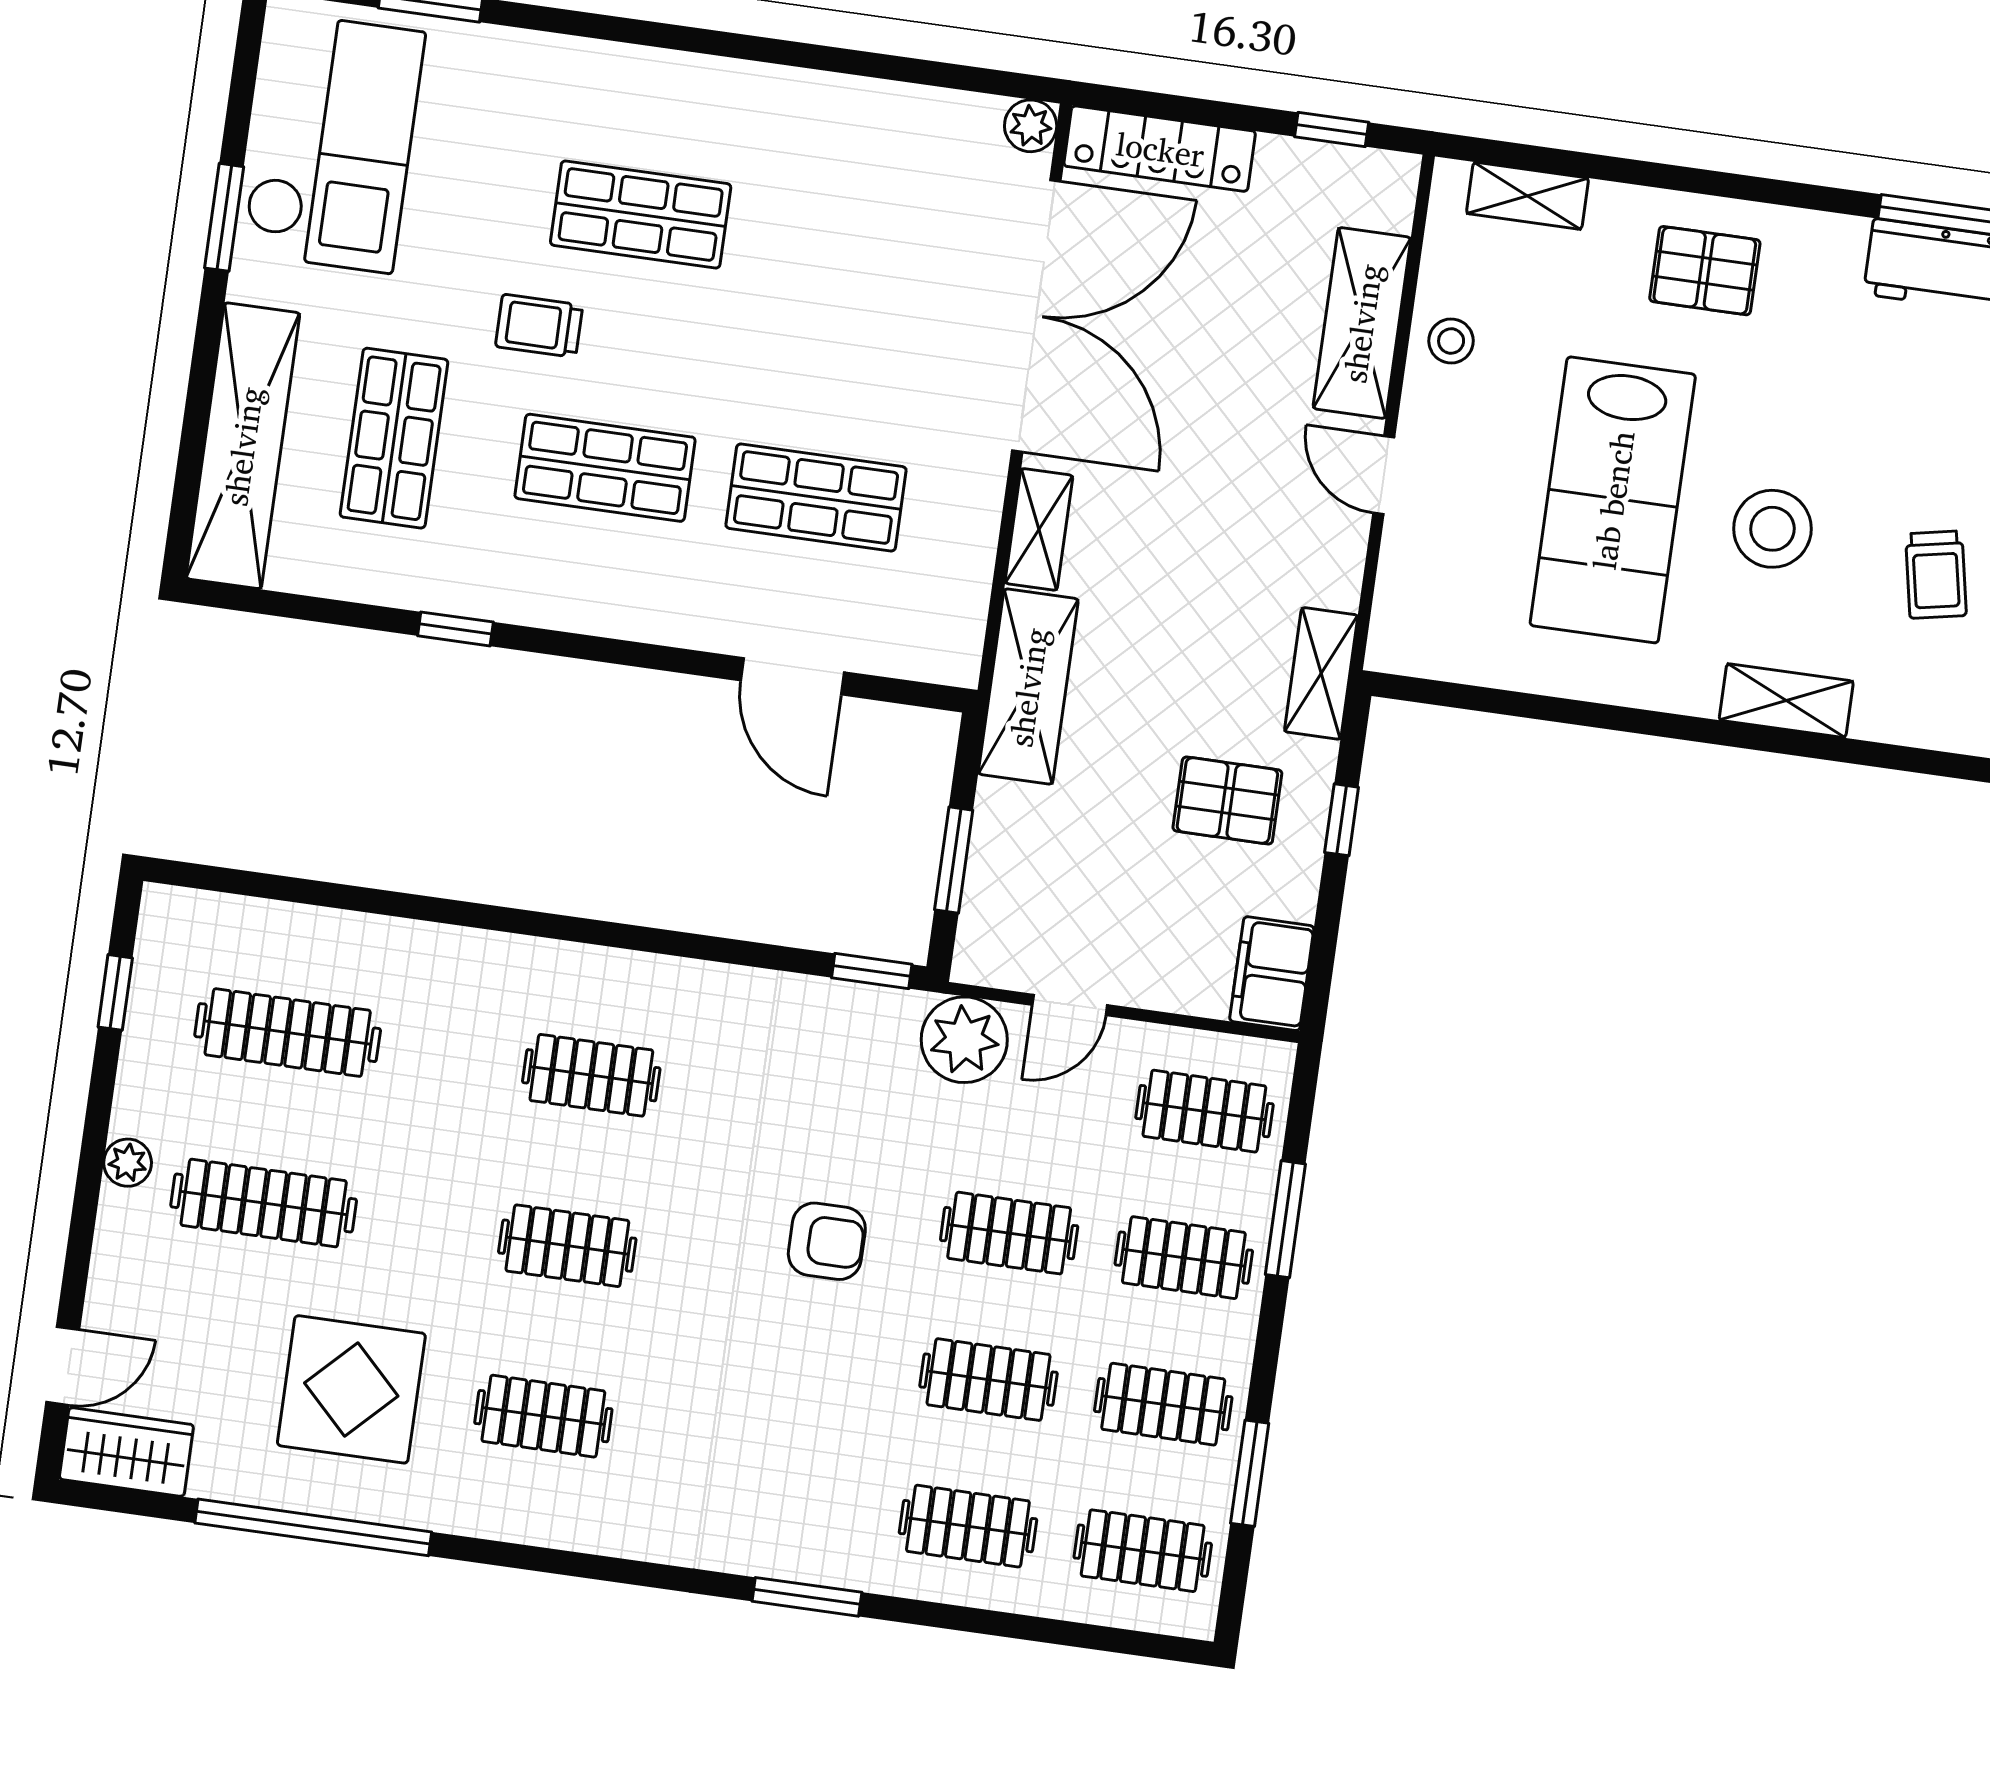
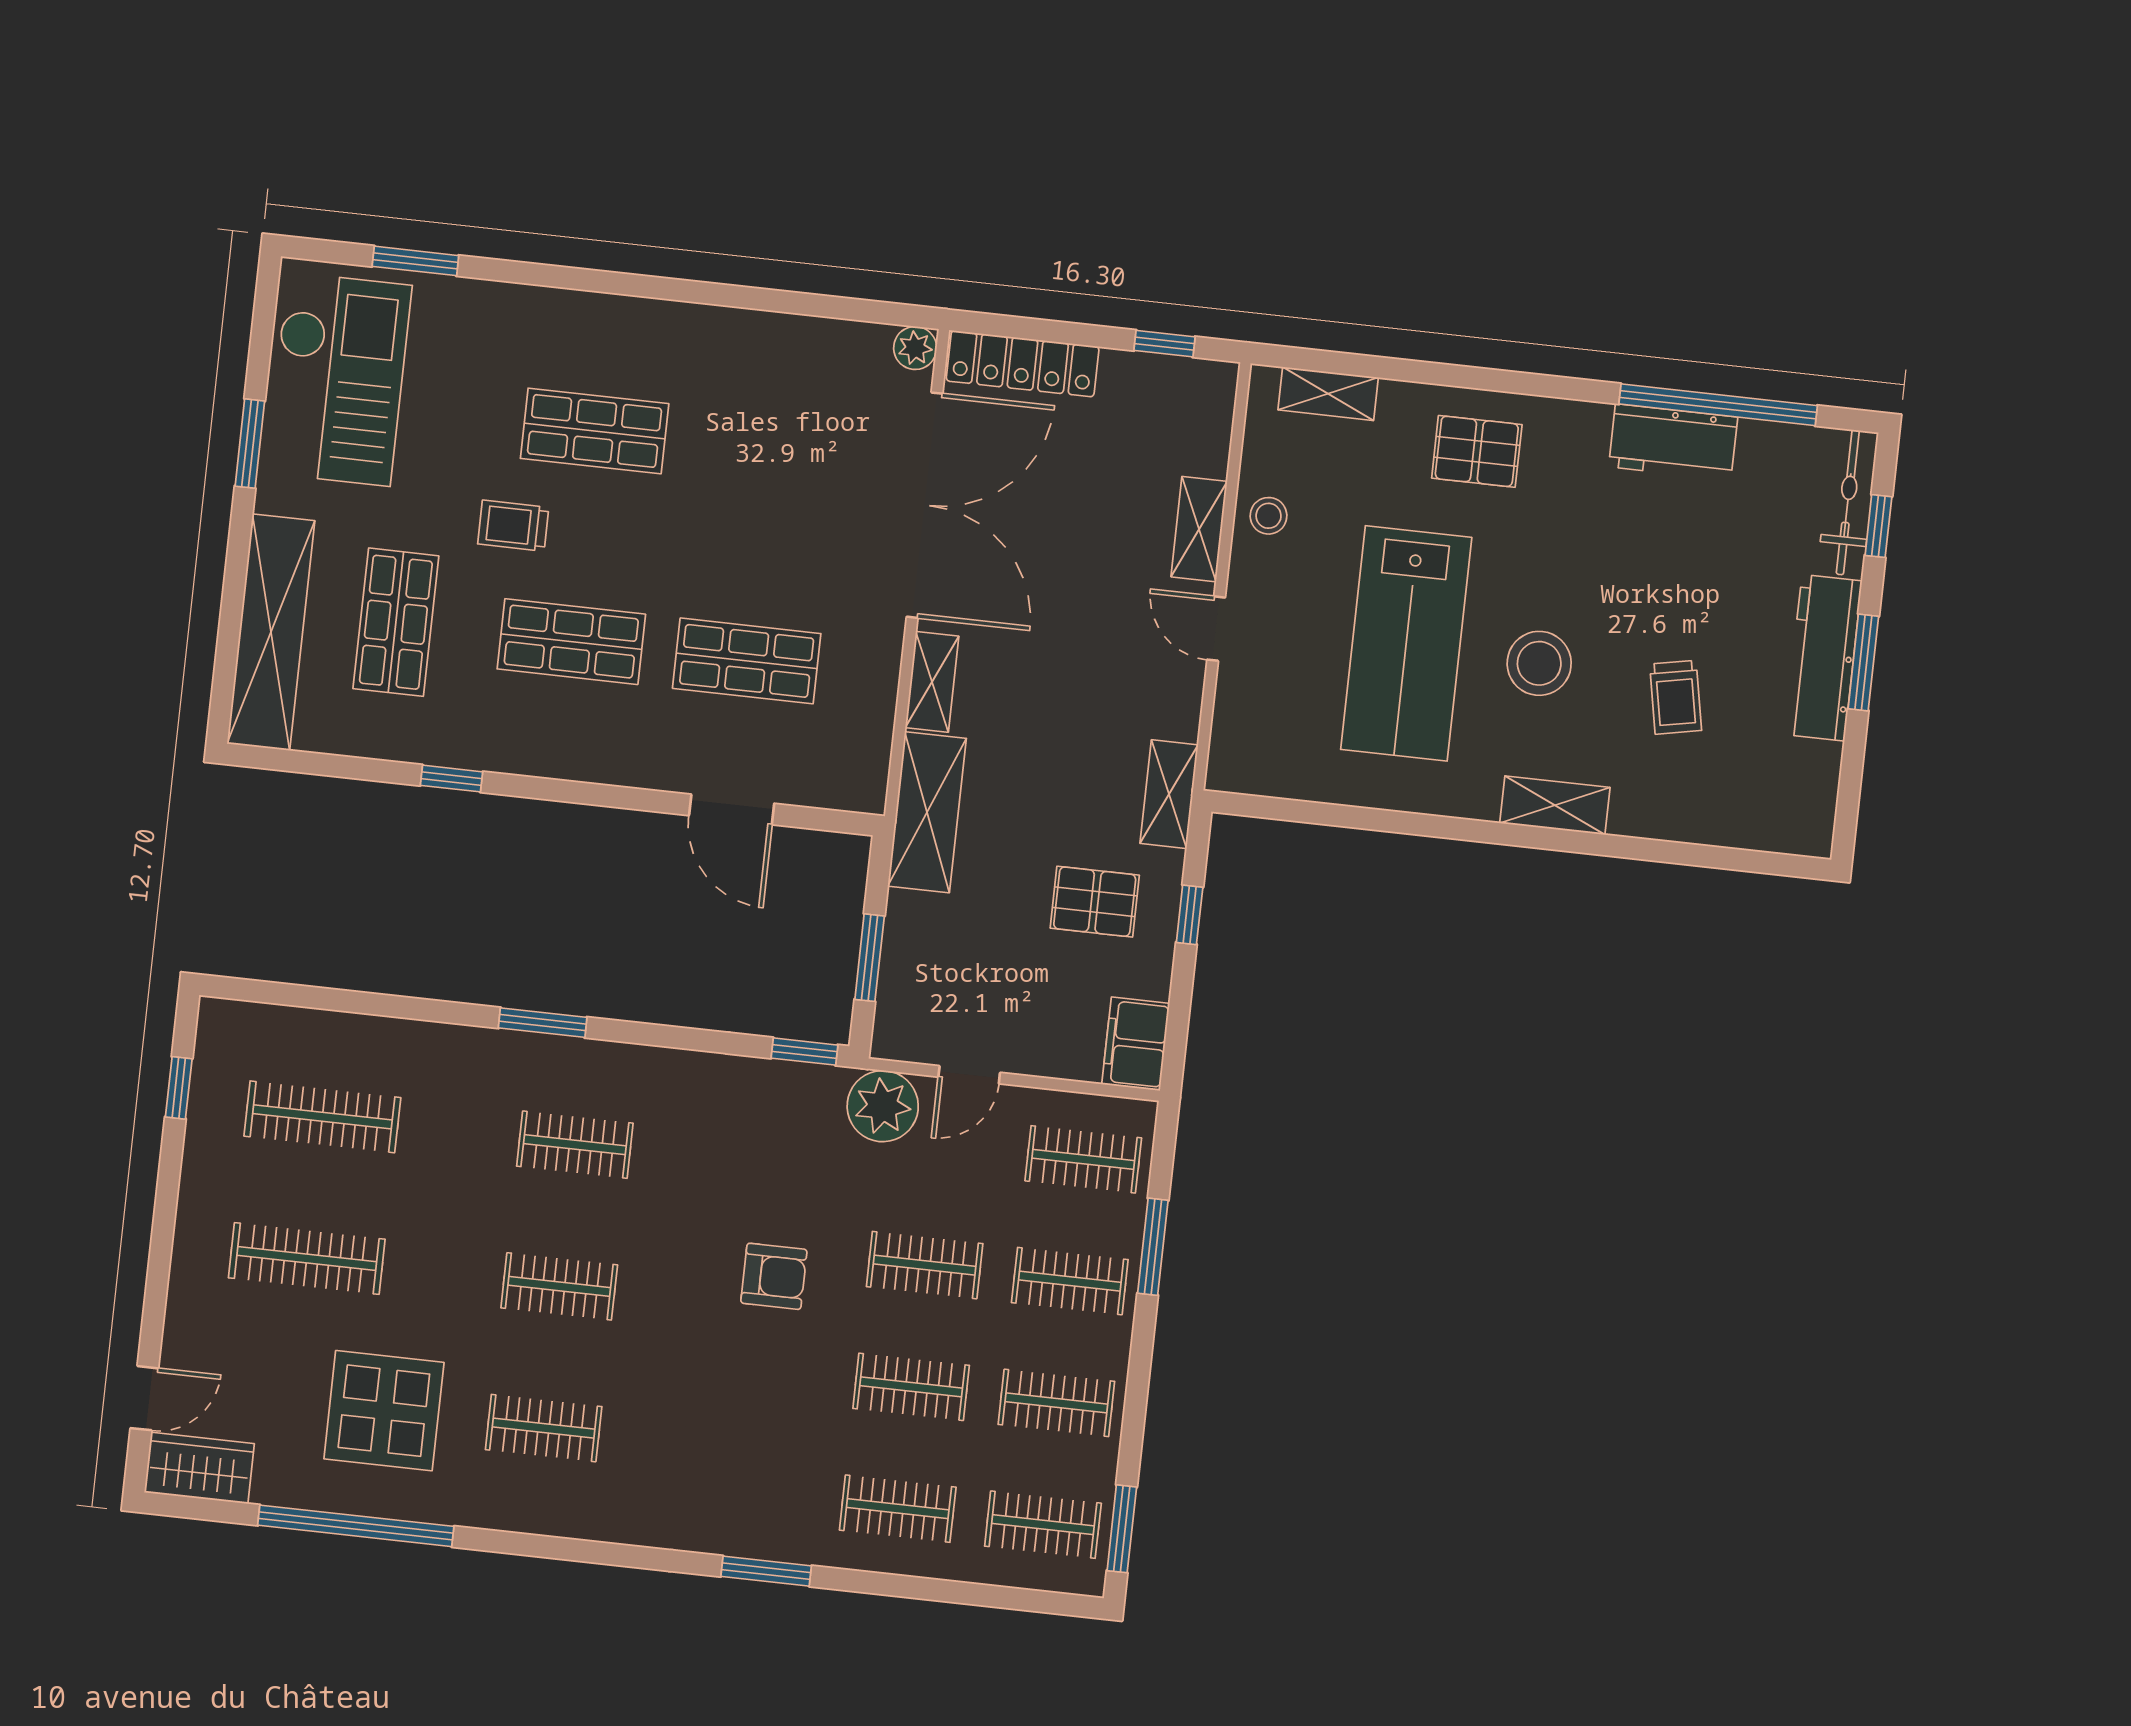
shelving: (1362, 323) -> (1199, 529), width x0.67, depth x0.75
window: (557, 927) -> (543, 1023), added
plant: (128, 1163) -> (193, 1228), removed
window: (1250, 1473) -> (1122, 1529), moved

